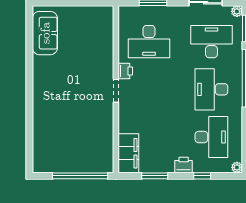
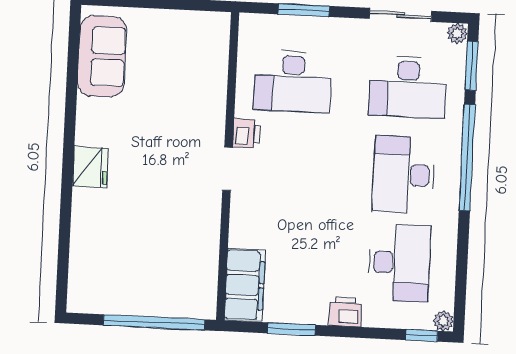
desk: (211, 42) -> (408, 87), turned 180
fridge: (41, 93) -> (90, 167), added
window: (202, 176) -> (422, 335), moved

